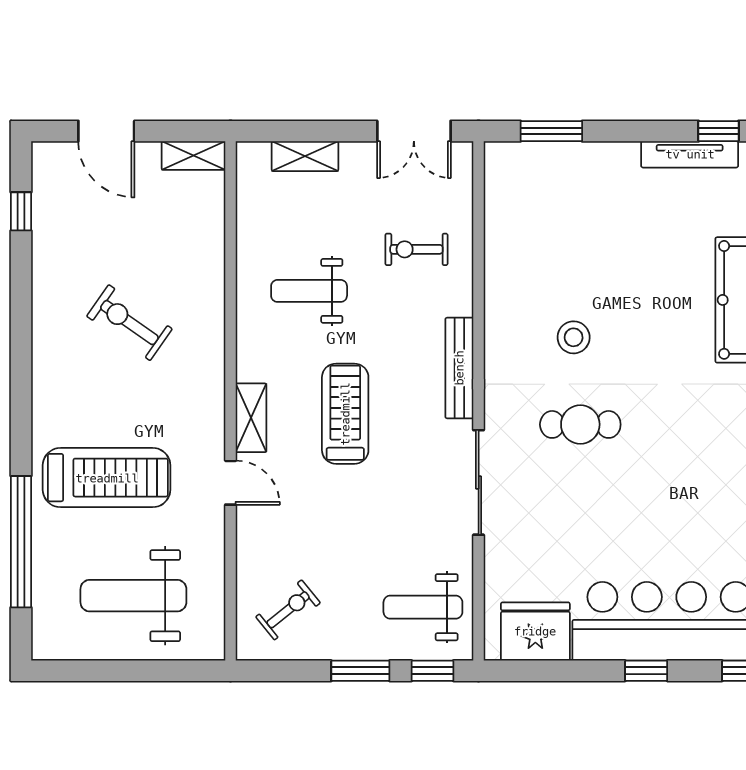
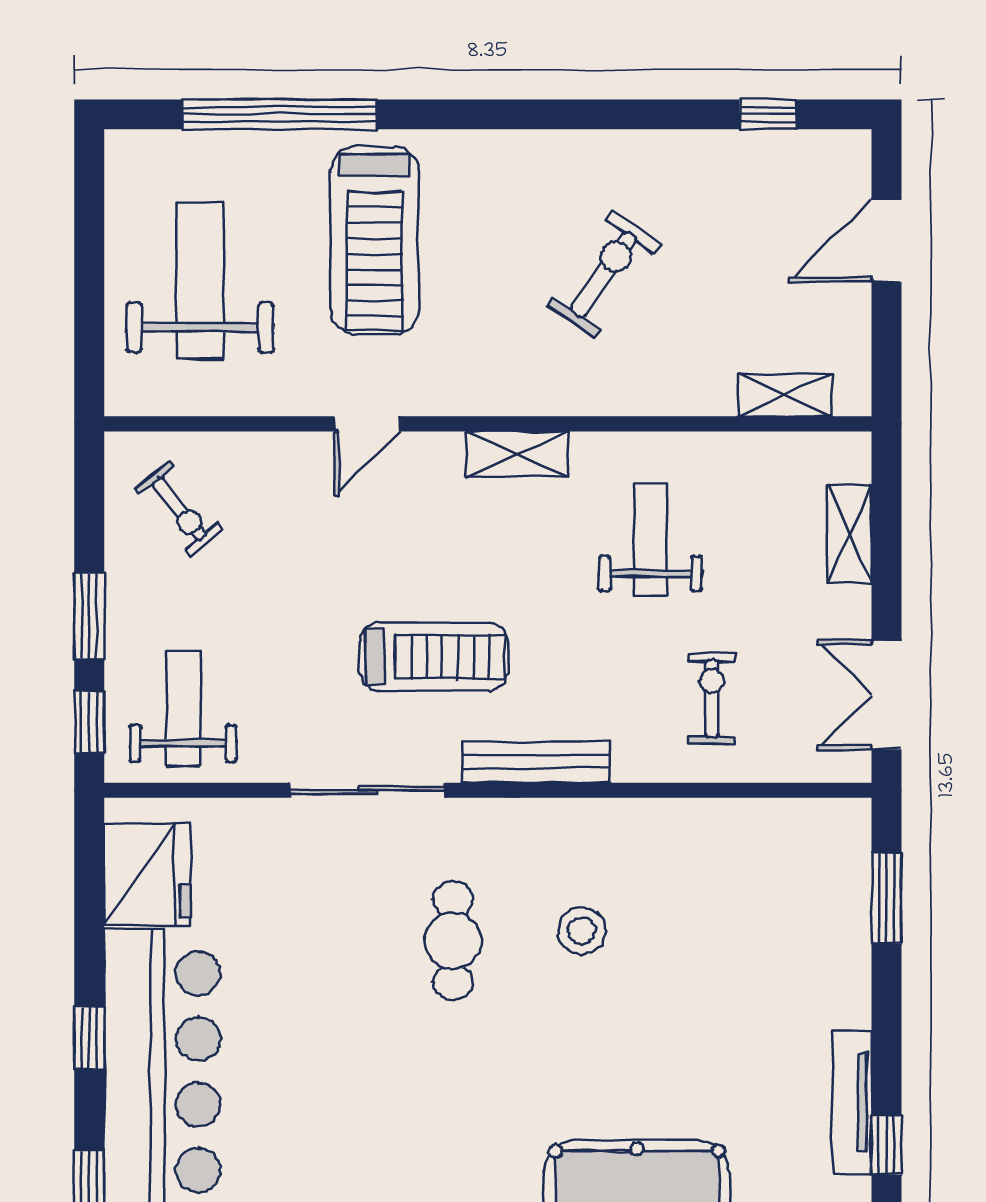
shelving: (194, 156) -> (785, 395), moved, turned 90
treadmill: (345, 414) -> (434, 657), moved
shelving: (251, 418) -> (517, 454), moved

